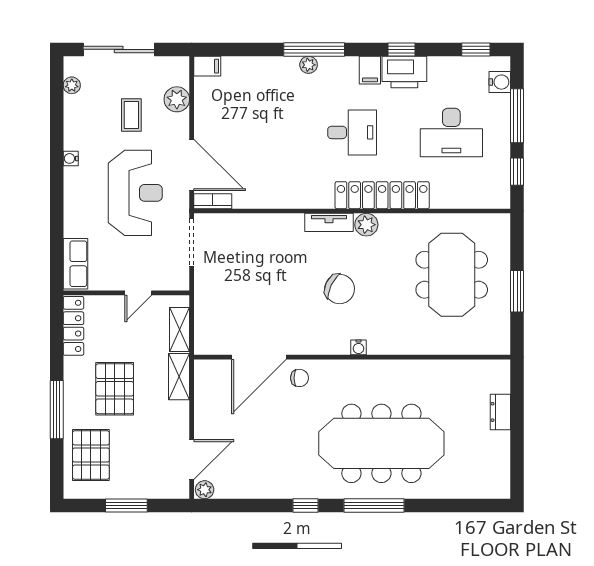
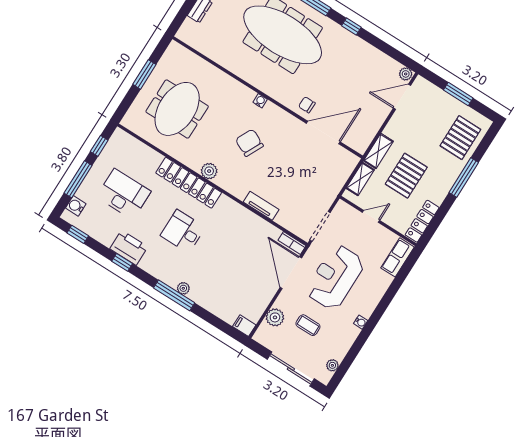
filing cabinet: (370, 70) -> (149, 262), removed
coffee table: (131, 115) -> (308, 325), turned 90
tv unit: (329, 222) -> (261, 206), moved
pallet: (115, 389) -> (406, 176), moved

